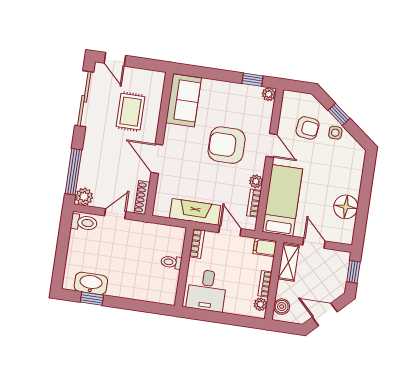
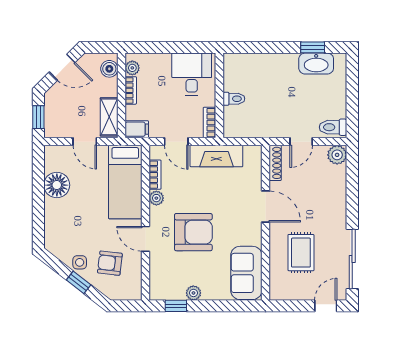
door: (115, 59) -> (326, 306), hinge flipped
plant: (269, 94) -> (193, 293), moved
window: (73, 172) -> (352, 180), removed

